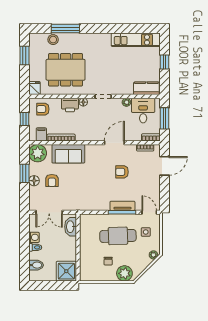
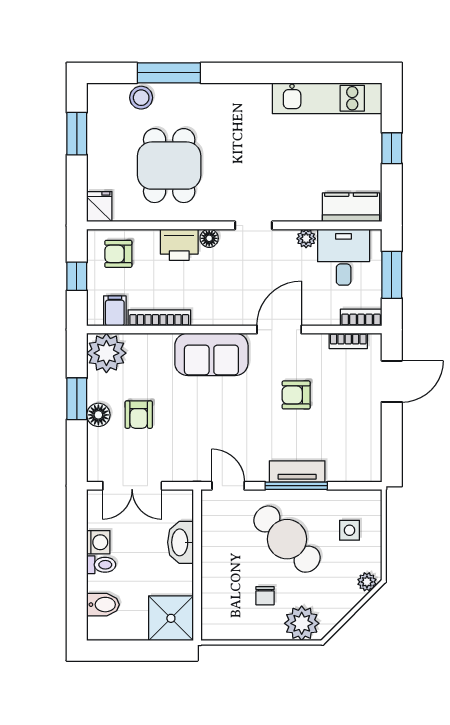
dining table: (66, 70) -> (169, 166), width x0.73
sofa: (68, 154) -> (211, 354), moved
door: (149, 212) -> (228, 486), moved
washbasin: (71, 227) -> (180, 542), moved
cafe table: (118, 236) -> (287, 539), turned 47

